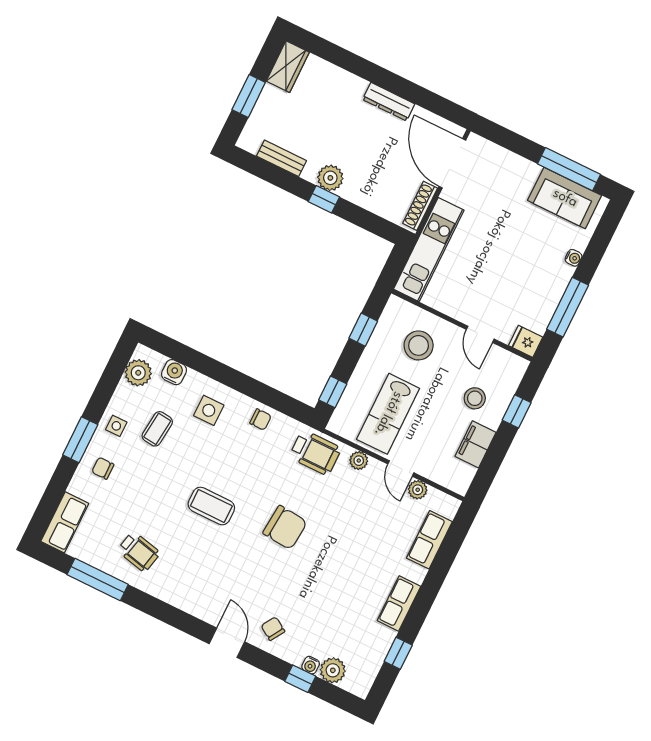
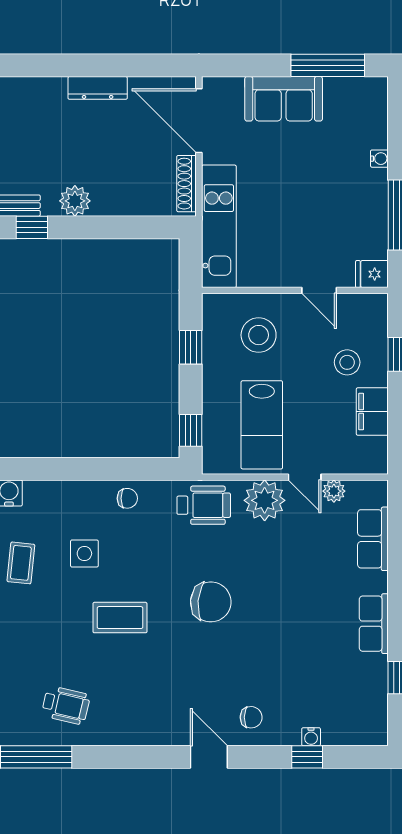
sofa: (565, 198) -> (284, 99), moved
window: (324, 199) -> (32, 227), moved
side table: (209, 410) -> (84, 554), moved
plant: (359, 461) -> (265, 500), width x1.88, depth x1.88
chair: (273, 629) -> (251, 717), turned 149
plant: (333, 670) -> (338, 731), removed

